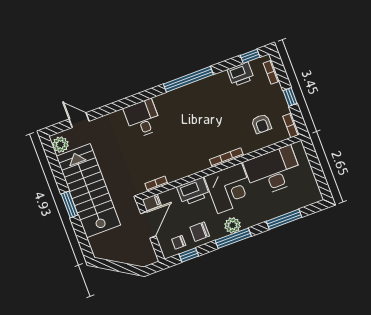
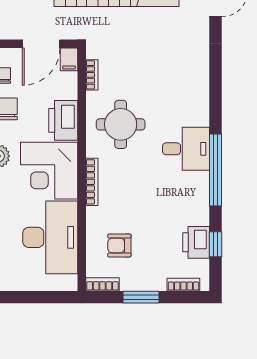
window: (250, 56) -> (215, 244), moved
window: (290, 97) -> (141, 297), width x1.50
desk: (143, 118) -> (186, 149), moved
round table: (182, 153) -> (121, 124), added
door: (148, 225) -> (41, 44), hinge flipped

